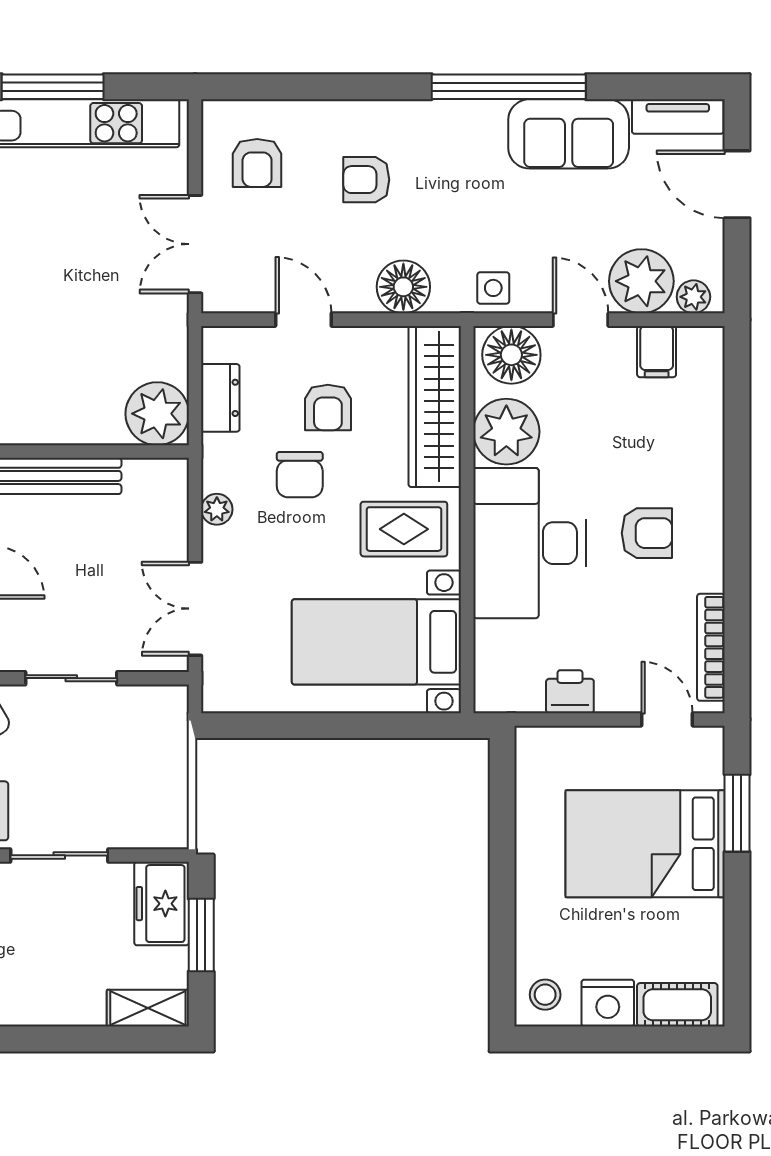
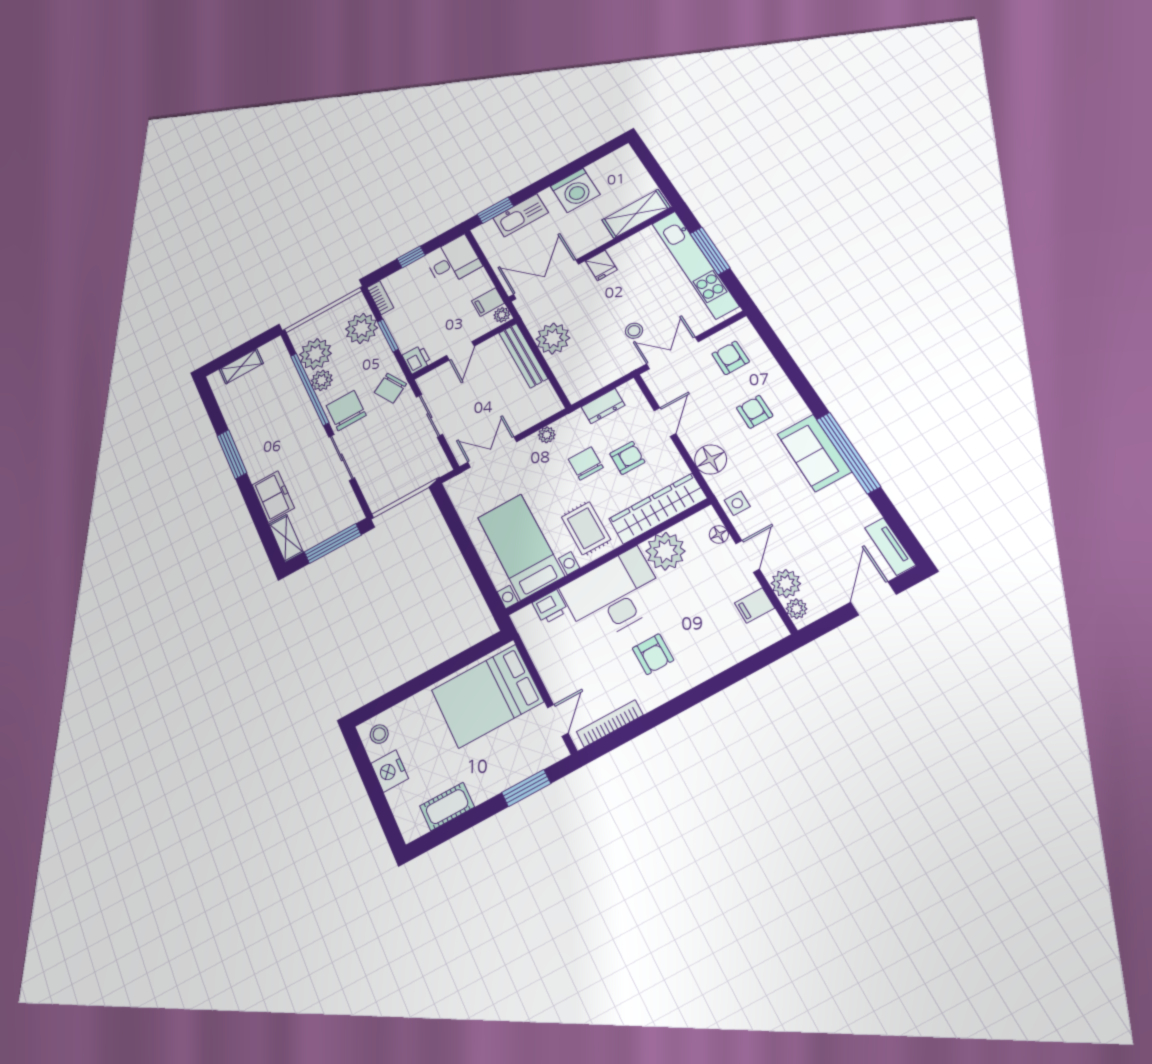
sofa: (569, 134) -> (814, 453), moved
armchair: (257, 163) -> (731, 358), turned 90
stool: (120, 281) -> (634, 331), added
plant: (641, 281) -> (786, 584), width x0.73, depth x0.73
floor lamp: (511, 355) -> (719, 534), width x0.53, depth x0.53
armchair: (328, 407) -> (627, 458), turned 180
plant: (157, 414) -> (553, 338), moved
chair: (300, 475) -> (586, 463), turned 90
printer: (570, 692) -> (550, 607), moved, turned 90
bed: (645, 844) -> (487, 696), moved, turned -90
freezer: (162, 904) -> (273, 496), moved, turned 90
window: (201, 935) -> (333, 543), width x1.44
cot: (677, 1005) -> (447, 807), moved, turned 90

